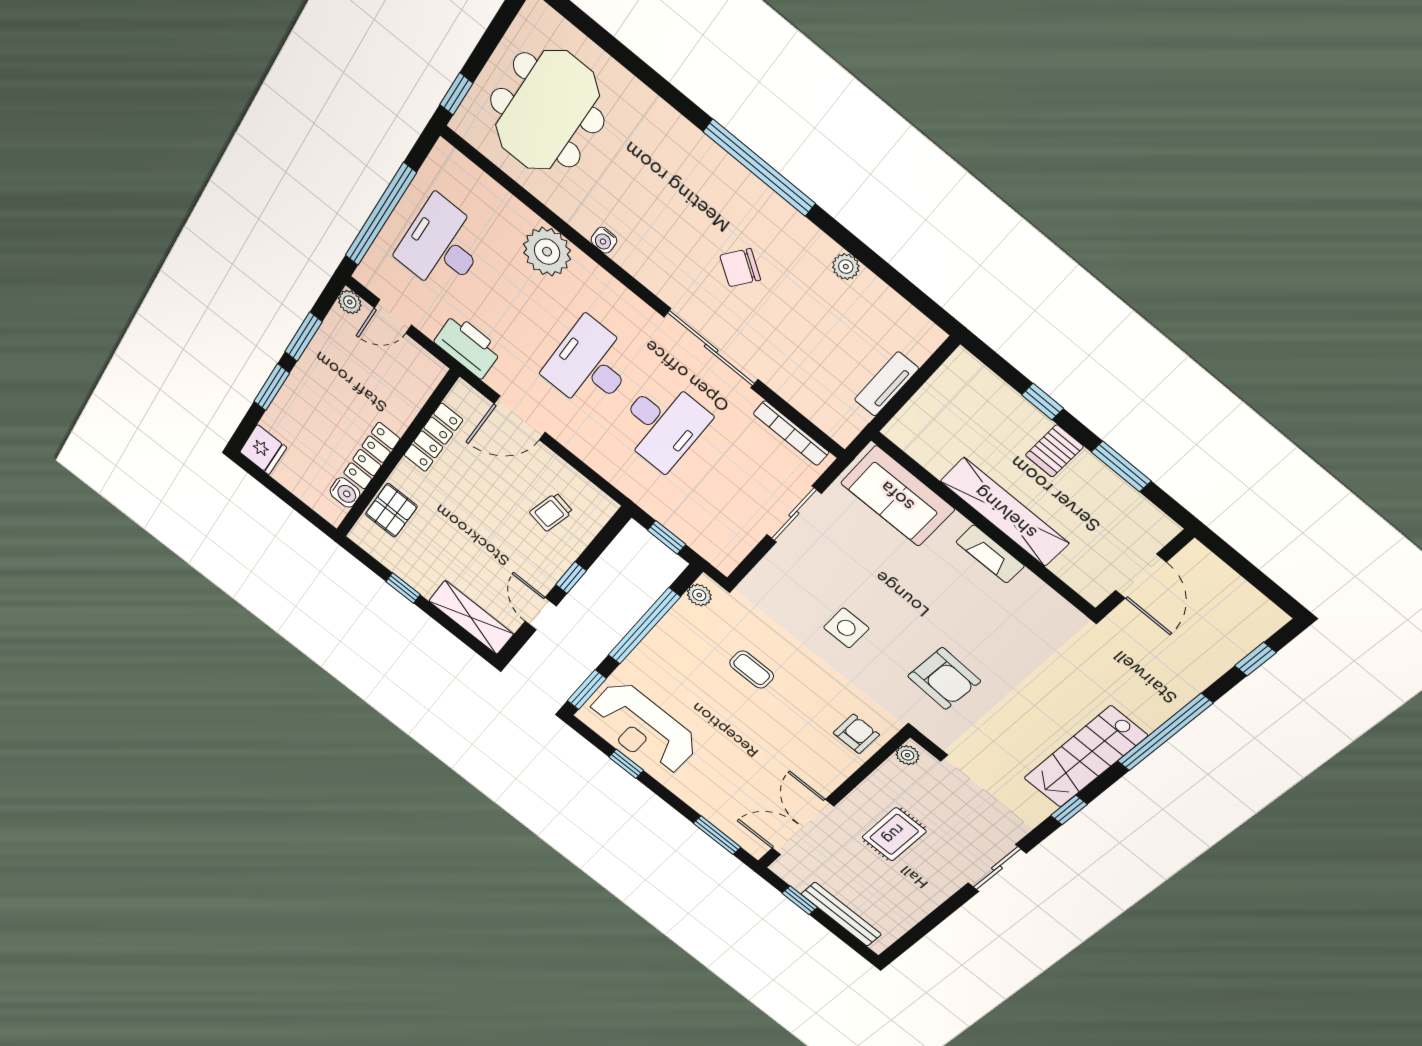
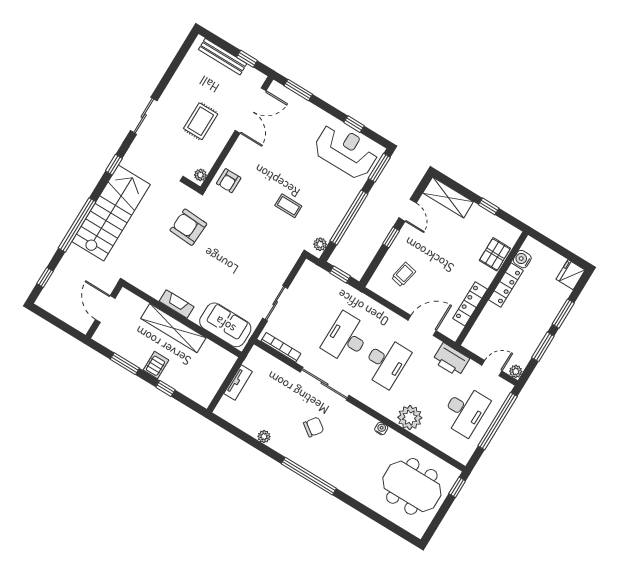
meeting table: (547, 111) -> (412, 486), turned 90
side table: (846, 628) -> (241, 244), removed
stairs: (1085, 757) -> (111, 213), width x1.36, depth x1.51

